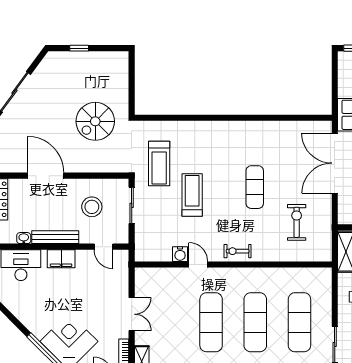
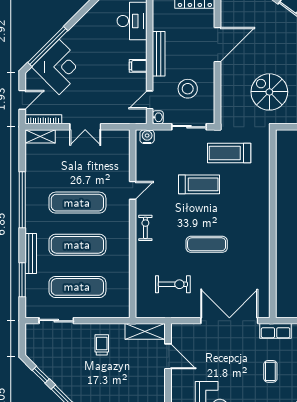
washbasin: (24, 238) -> (158, 117), moved
water cooler: (180, 254) -> (147, 137), moved, turned 90
filing cabinet: (61, 259) -> (138, 66), width x0.50

